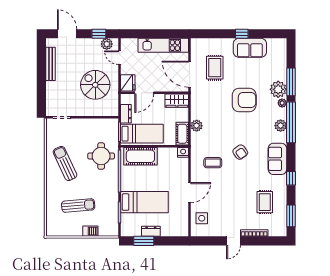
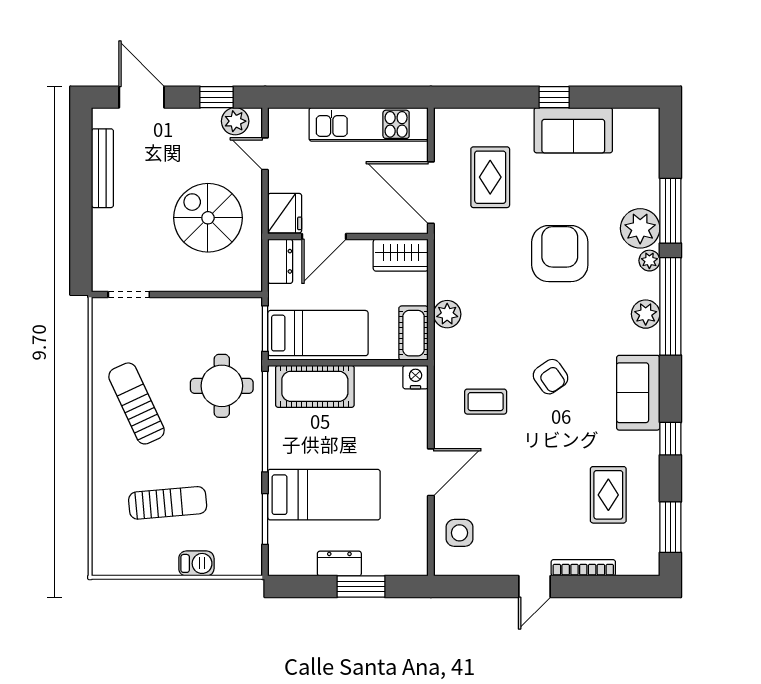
armchair: (244, 100) -> (560, 254), turned -90
dresser: (126, 114) -> (280, 261), moved
window: (144, 241) -> (361, 586), moved

